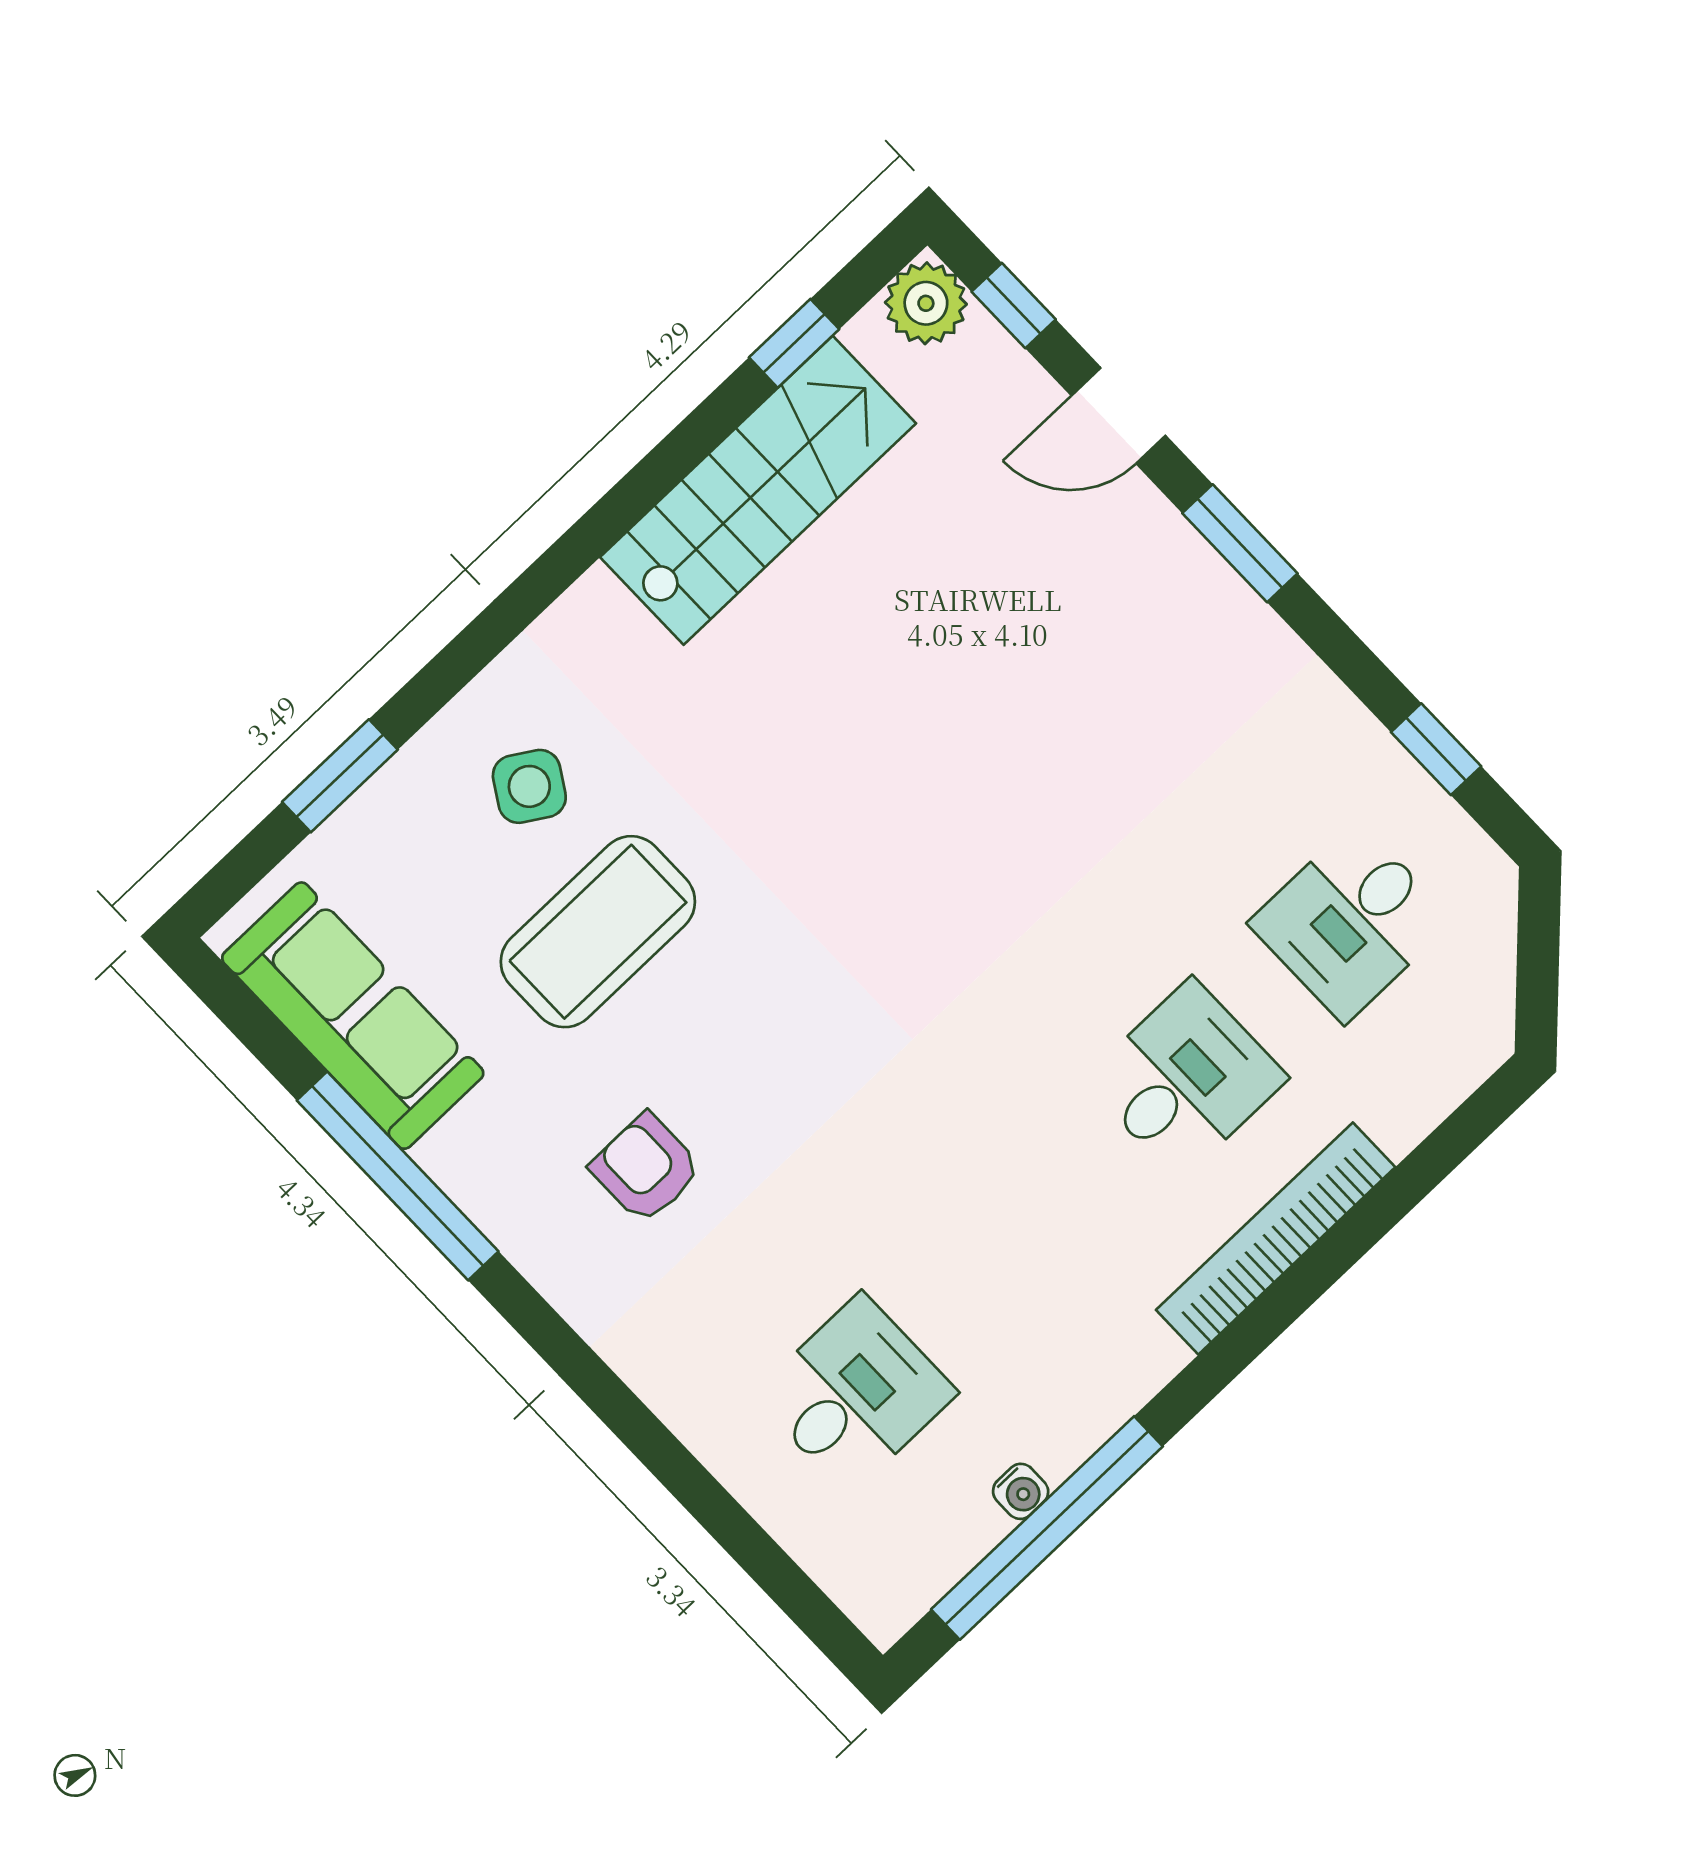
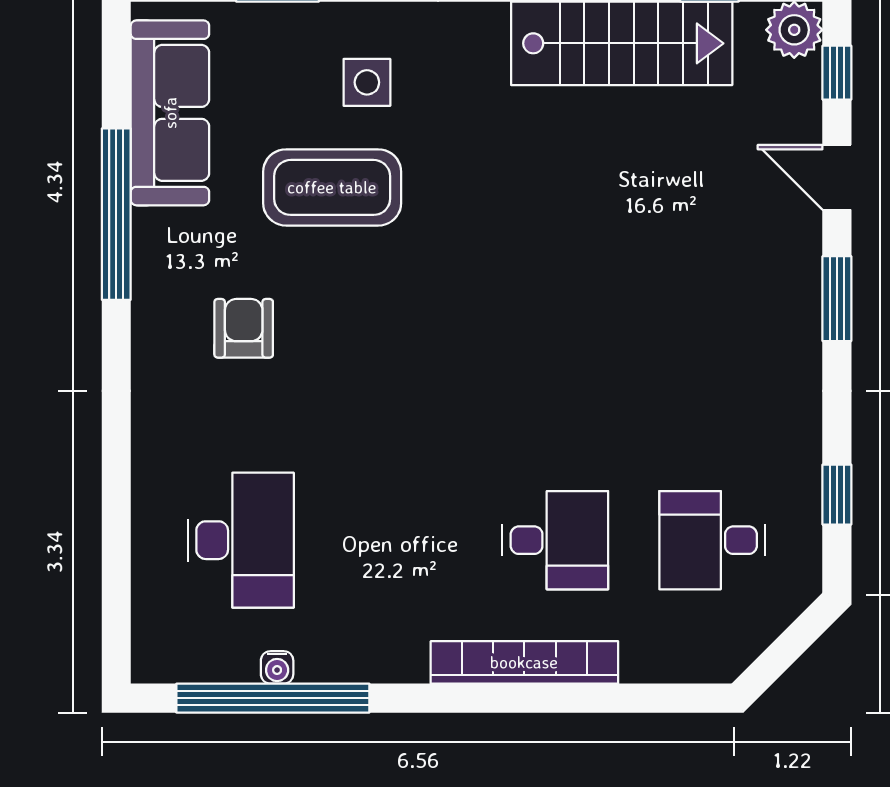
side table: (529, 786) -> (367, 82), turned -32
desk: (855, 1394) -> (241, 540), width x1.37

